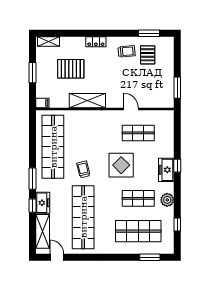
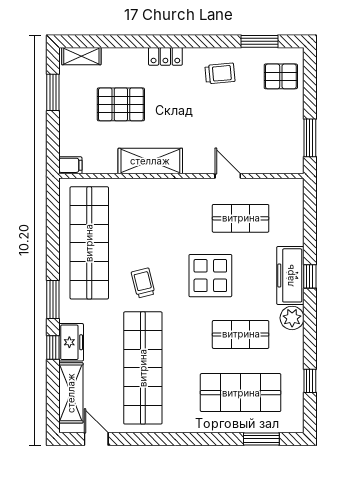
pallet: (148, 55) -> (281, 76), moved, turned 90
window: (32, 73) -> (53, 92), moved
freezer: (166, 170) -> (290, 275), width x1.40
plant: (167, 200) -> (292, 318), moved

